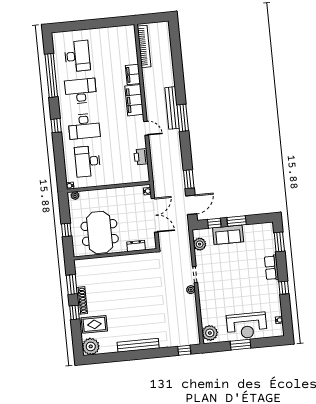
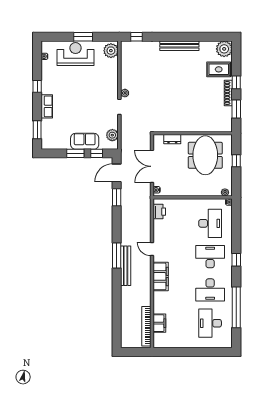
filing cabinet: (133, 74) -> (159, 323), moved
printer: (141, 157) -> (159, 212), moved

